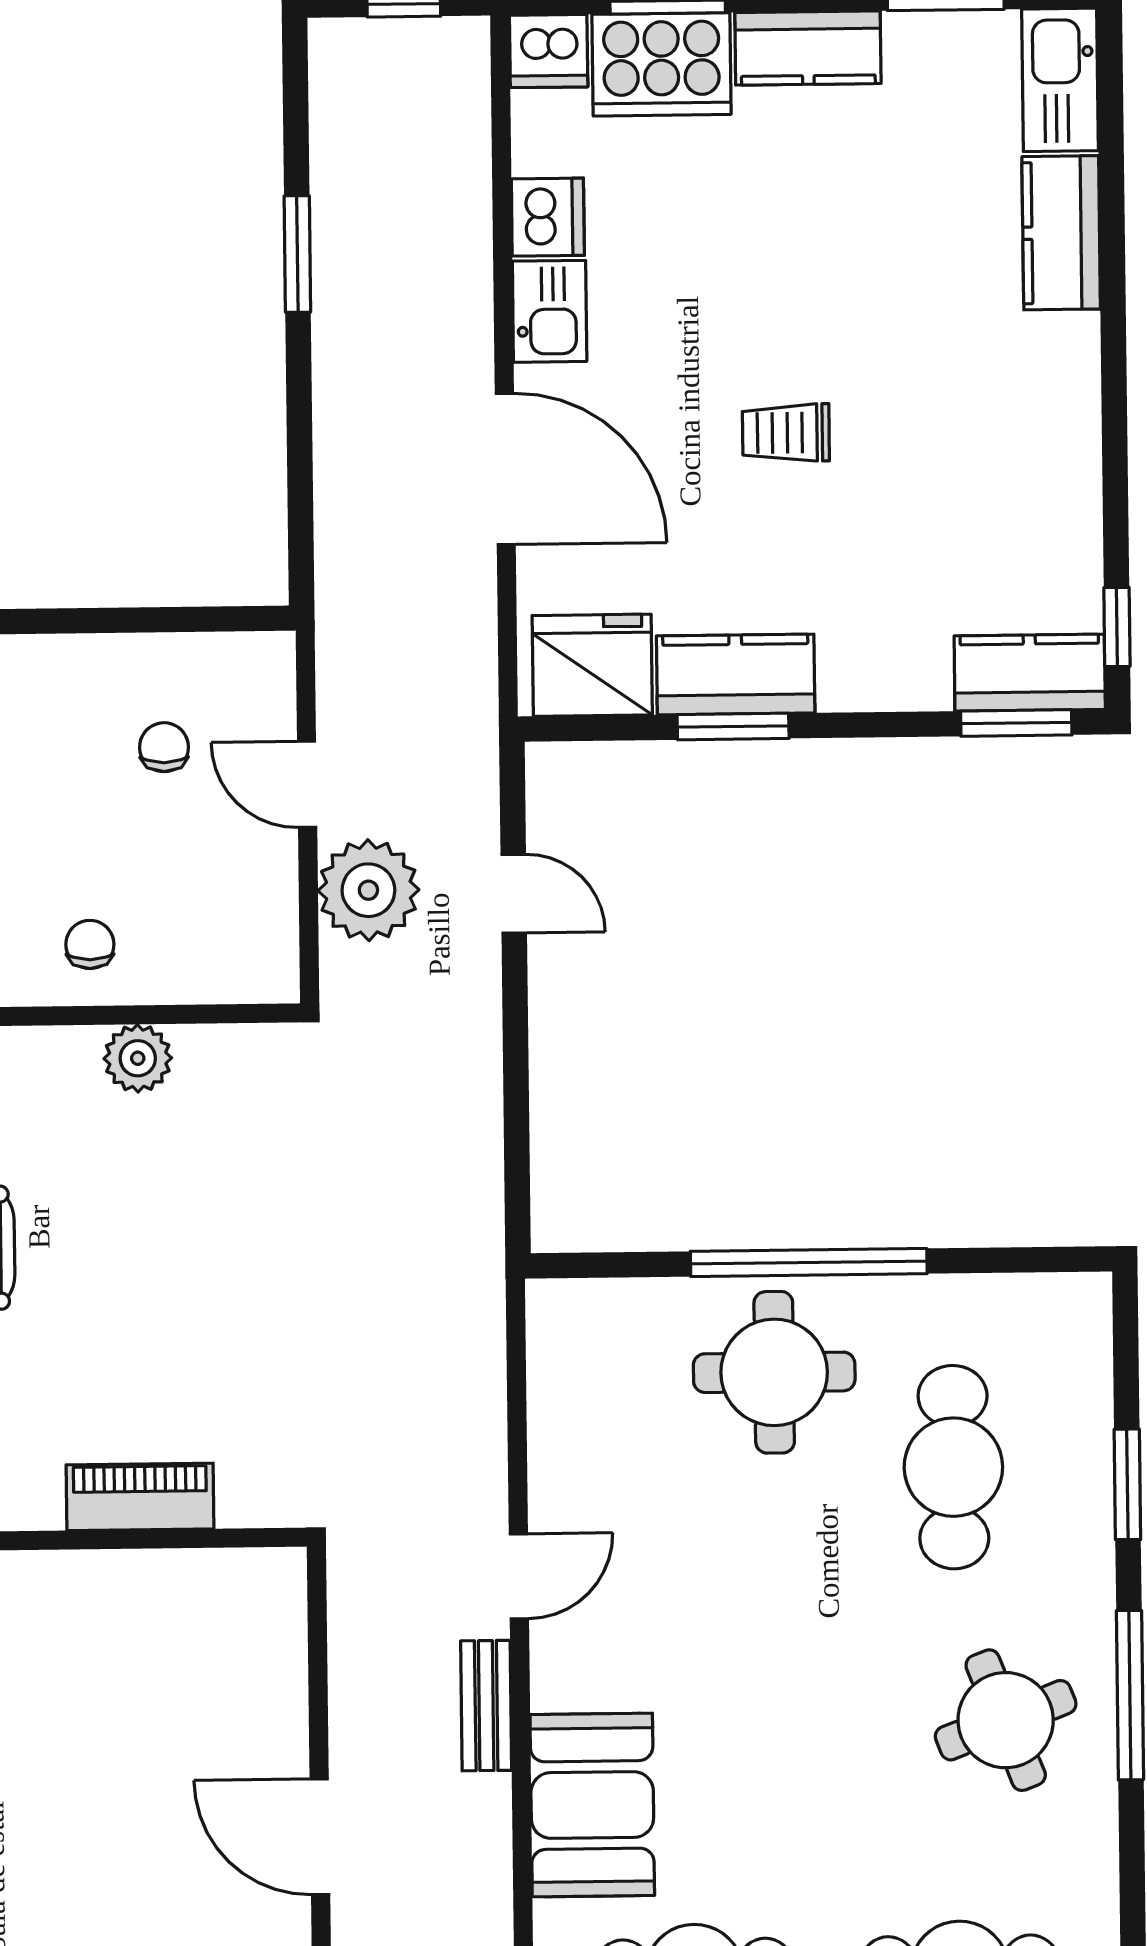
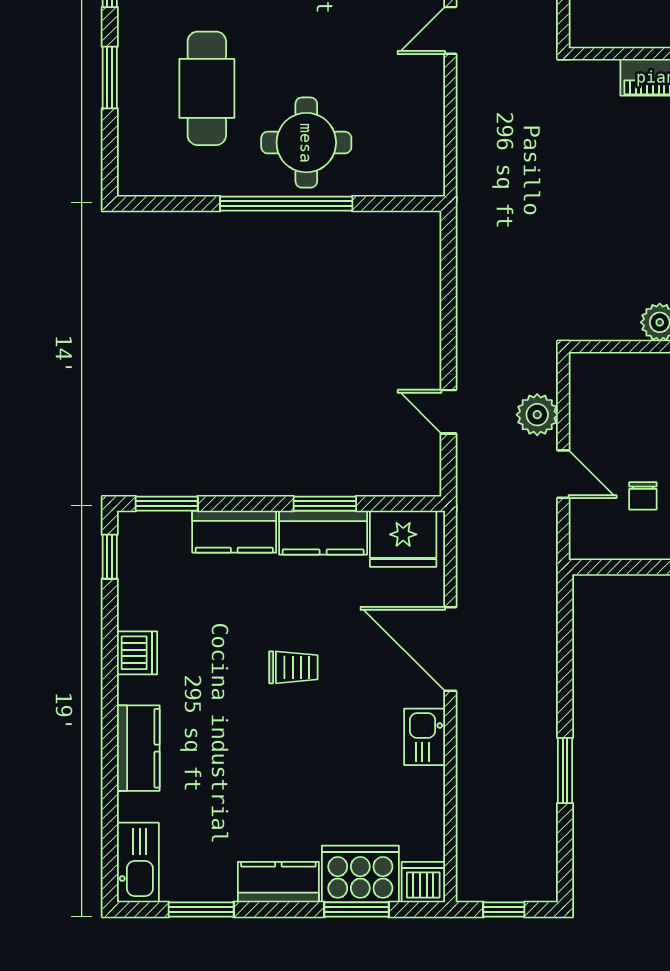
dishwasher: (548, 217) -> (137, 653), moved, turned 180
kitchen counter: (1061, 233) -> (138, 748), moved
kitchen counter: (1030, 673) -> (234, 532), moved
plant: (368, 890) -> (537, 415), width x0.73, depth x0.73

